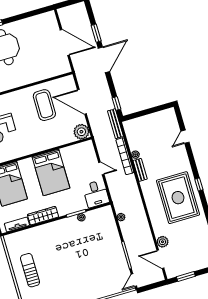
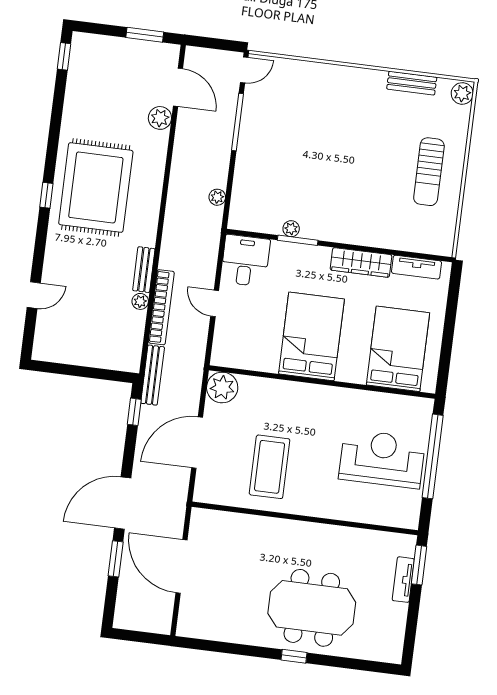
door: (82, 102) -> (197, 443), swing flipped

